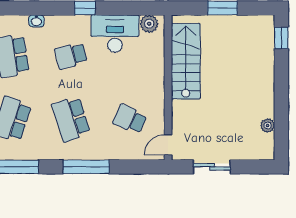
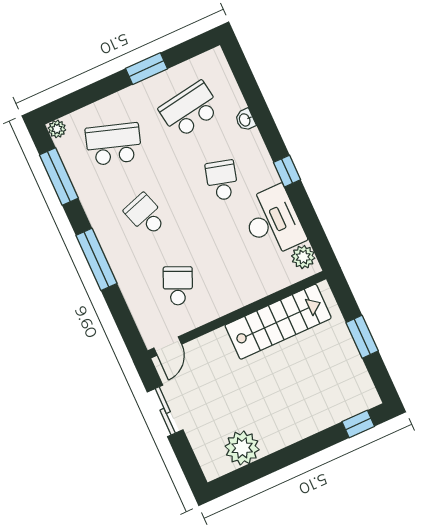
school desk: (71, 56) -> (222, 180), turned 30
school desk: (71, 119) -> (146, 215), width x0.54
plant: (268, 125) -> (242, 448), width x1.88, depth x1.88
door: (168, 145) -> (168, 346), swing flipped

